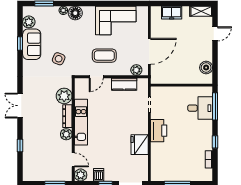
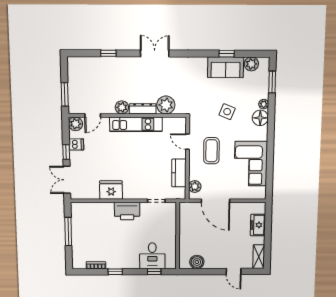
side table: (59, 59) -> (227, 112), moved
window: (215, 106) -> (154, 272), width x0.46

